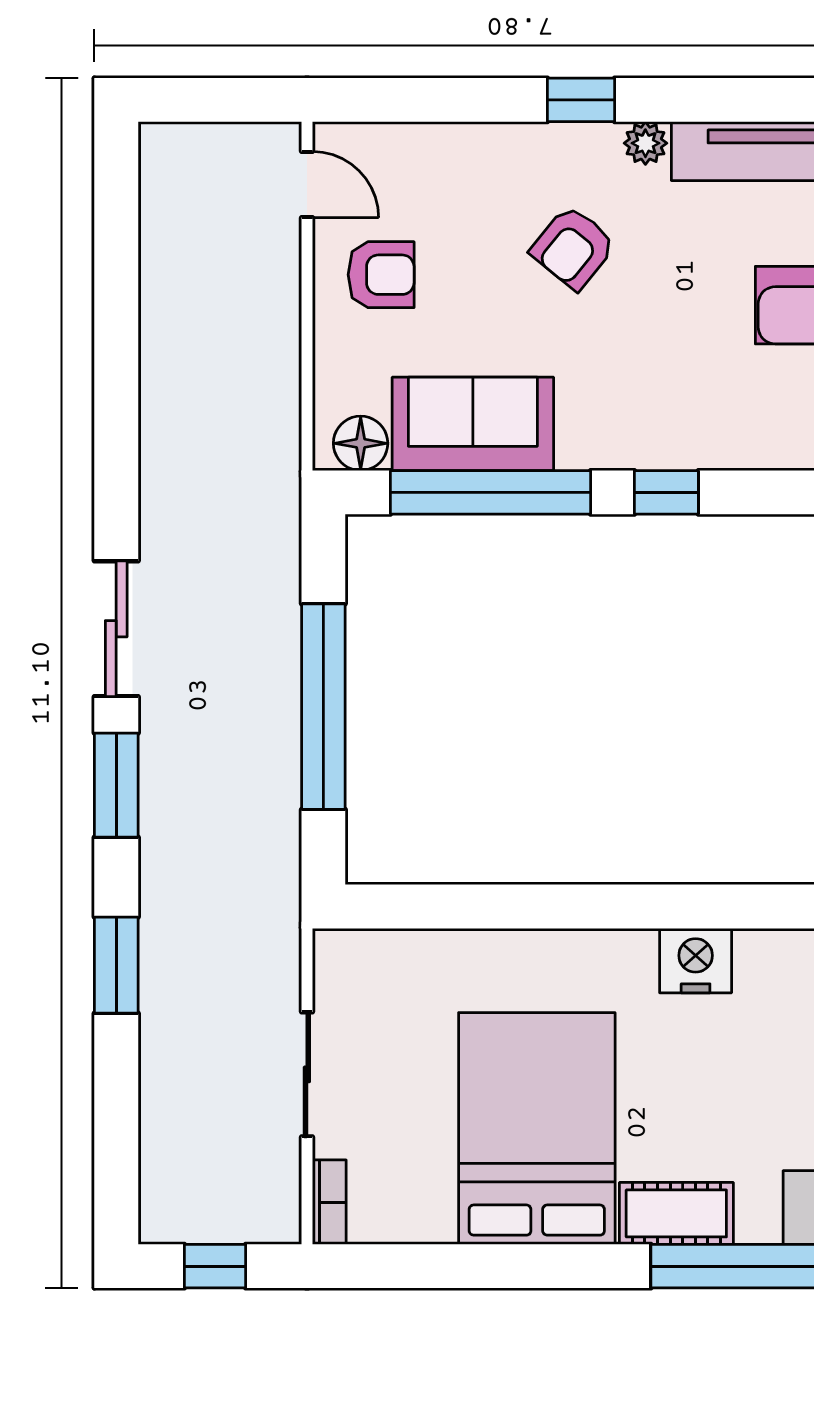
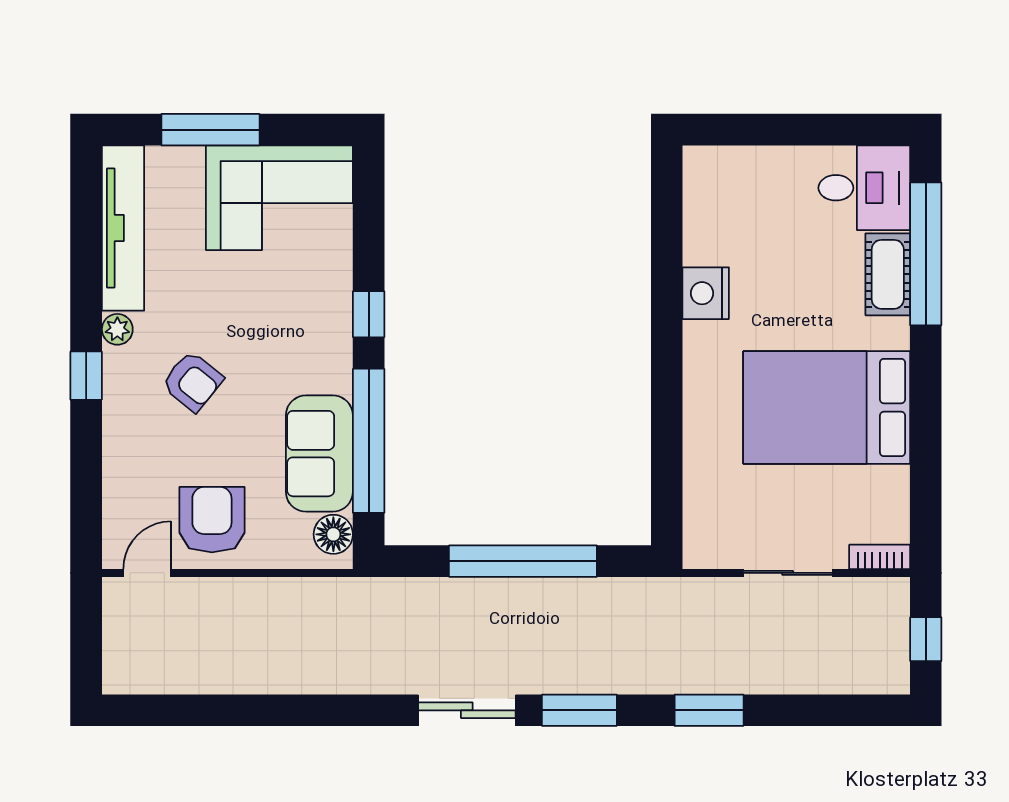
armchair: (381, 275) -> (212, 520), width x1.38, depth x1.38
cot: (676, 1213) -> (888, 274), moved

